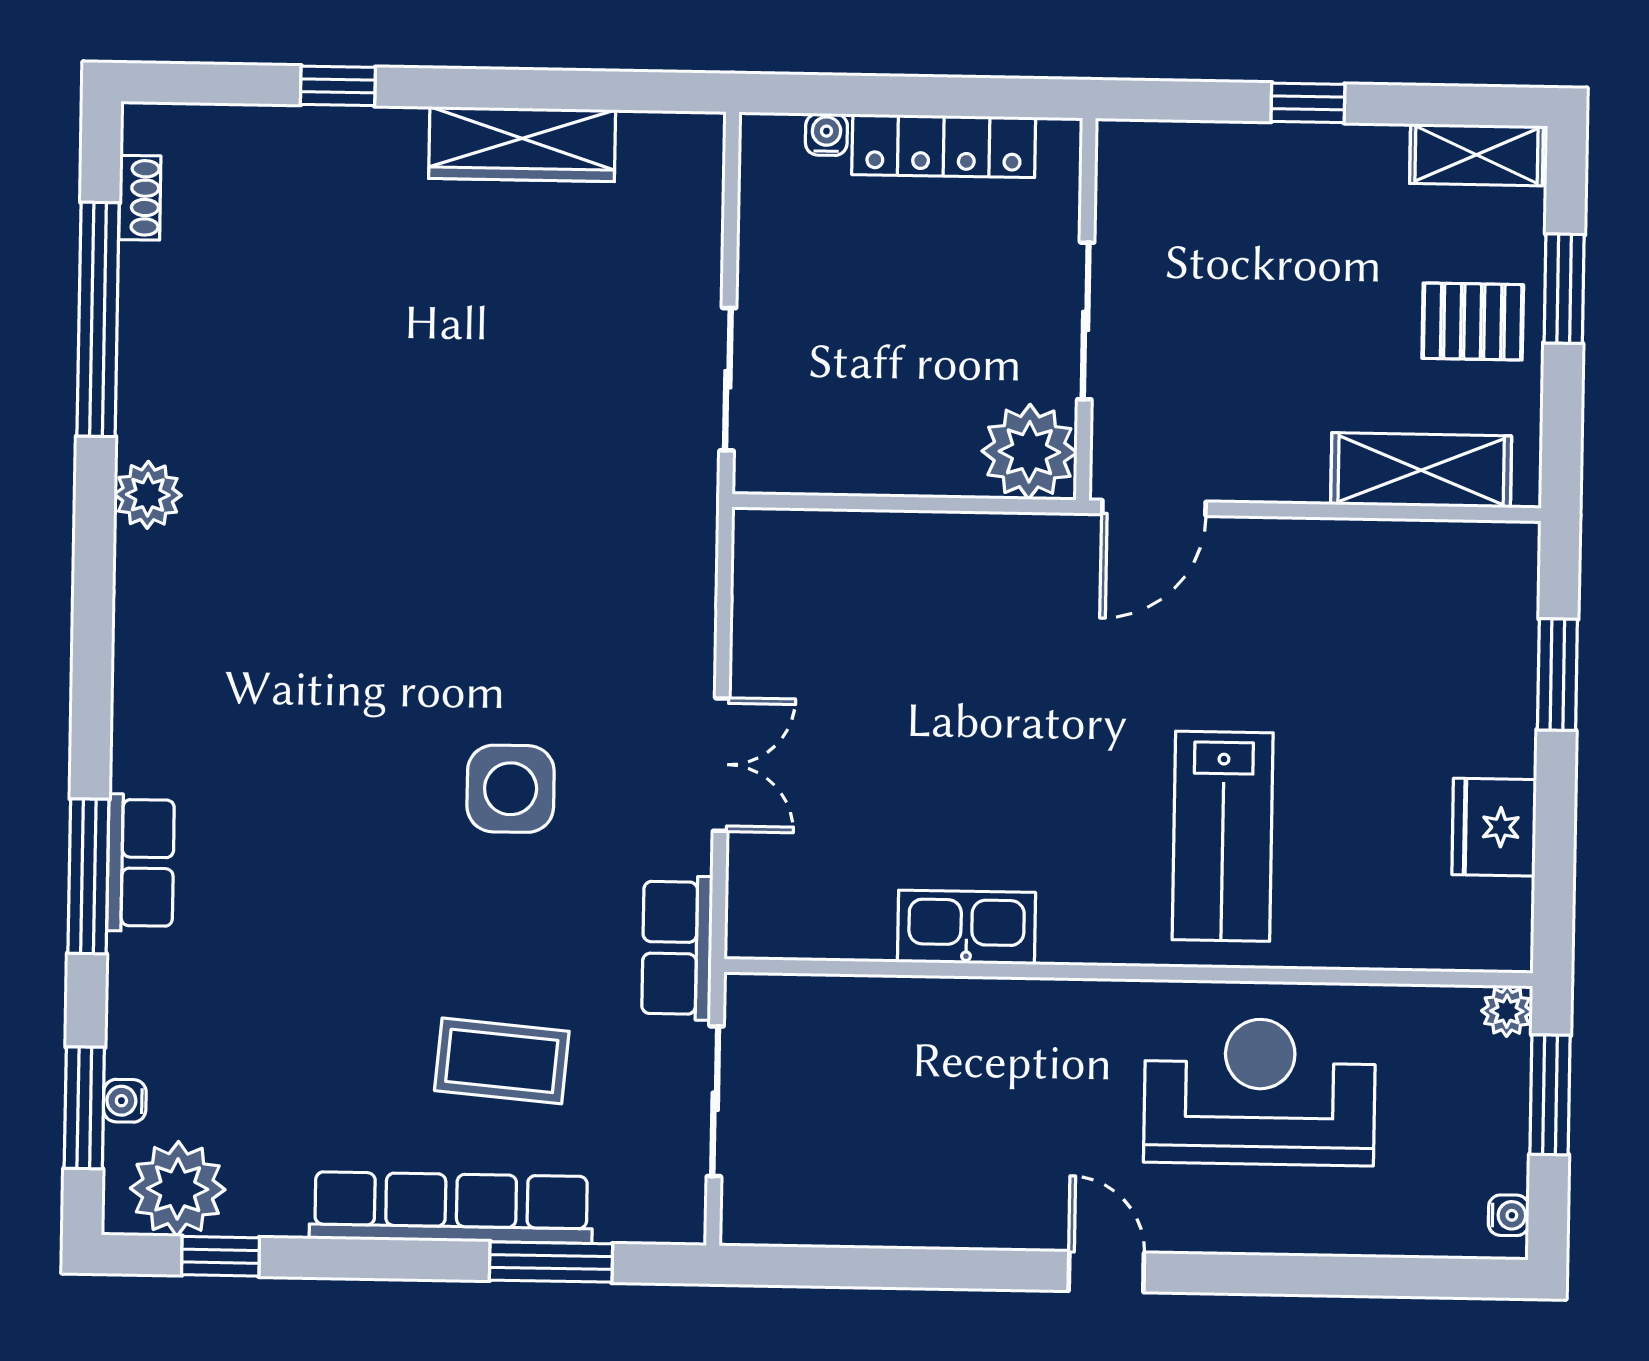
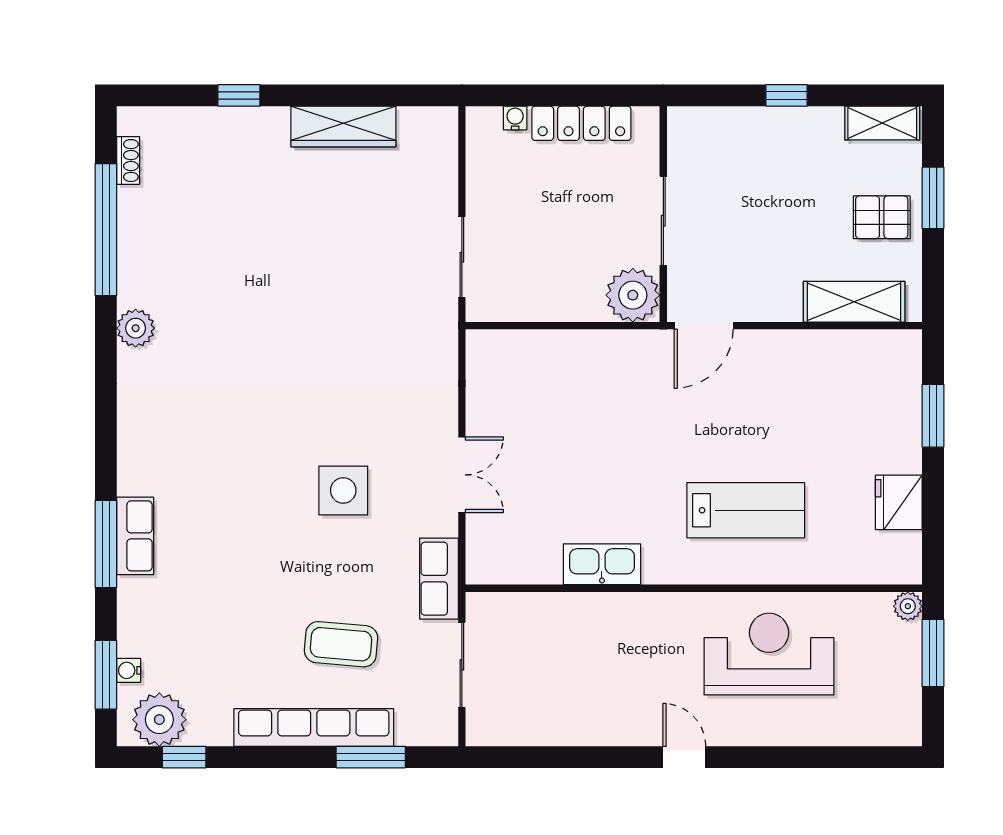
lab bench: (1223, 836) -> (746, 510), turned -90
water cooler: (1509, 1215) -> (911, 721), removed

